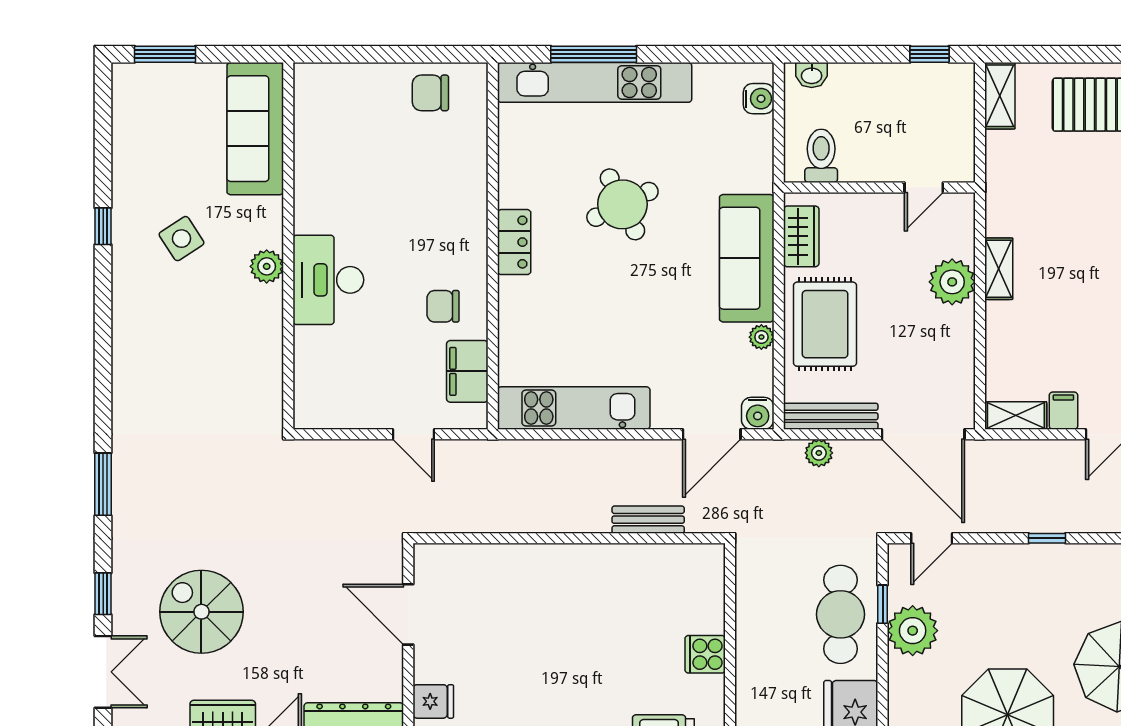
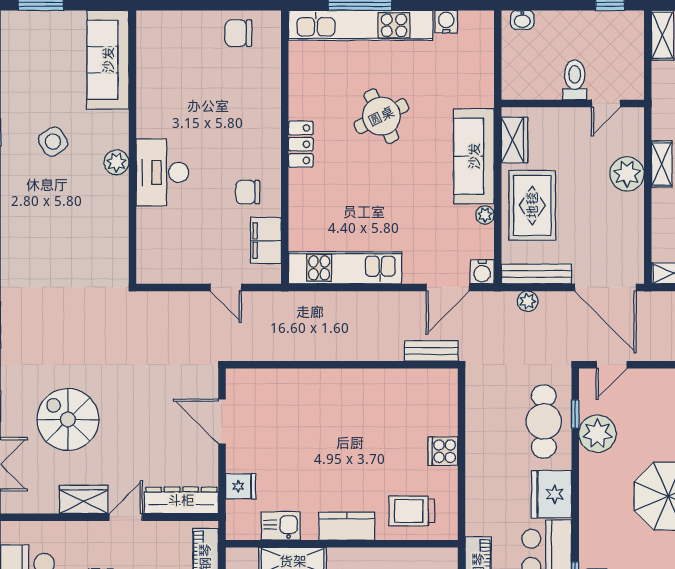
water cooler: (759, 99) -> (446, 22), moved, turned -90
toilet: (821, 156) -> (575, 80), moved
bench: (648, 520) -> (431, 351), moved

